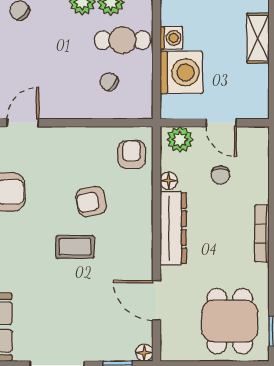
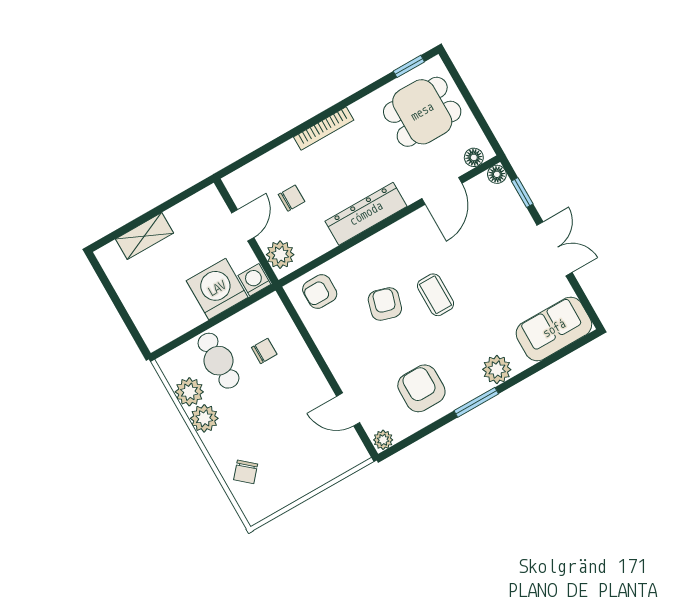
washing machine: (171, 38) -> (254, 280), moved
chair: (109, 82) -> (264, 351), turned -126
floor lamp: (169, 181) -> (474, 157), moved
armchair: (91, 202) -> (385, 304), turned -153

